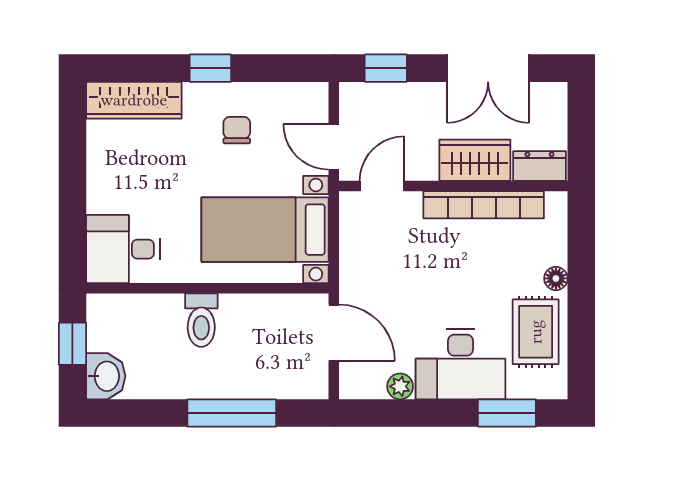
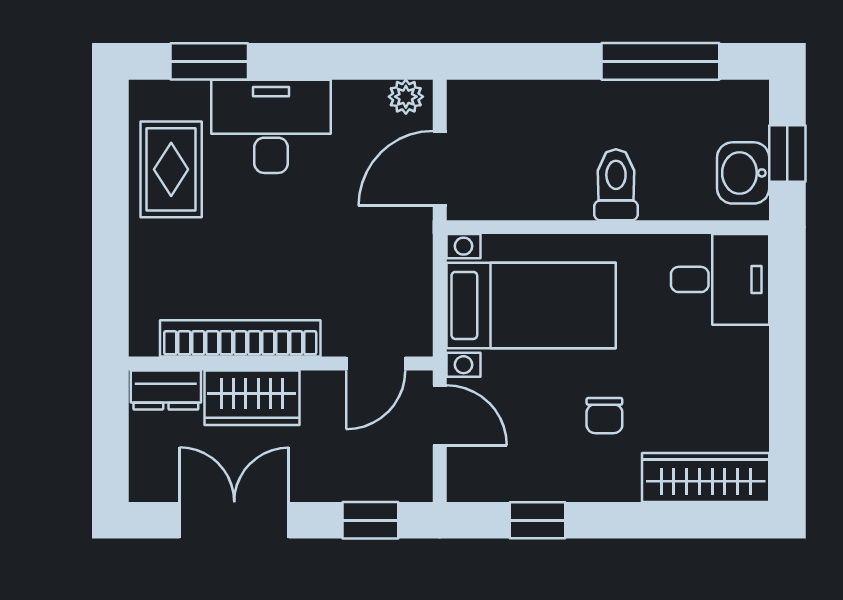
window: (210, 68) -> (537, 520), moved
chair: (237, 130) -> (604, 416), moved
floor lamp: (556, 278) -> (144, 240), removed
door: (334, 333) -> (440, 168), hinge flipped
washbasin: (106, 376) -> (743, 173), moved
plant: (400, 386) -> (406, 97), moved
window: (232, 413) -> (660, 61), moved

